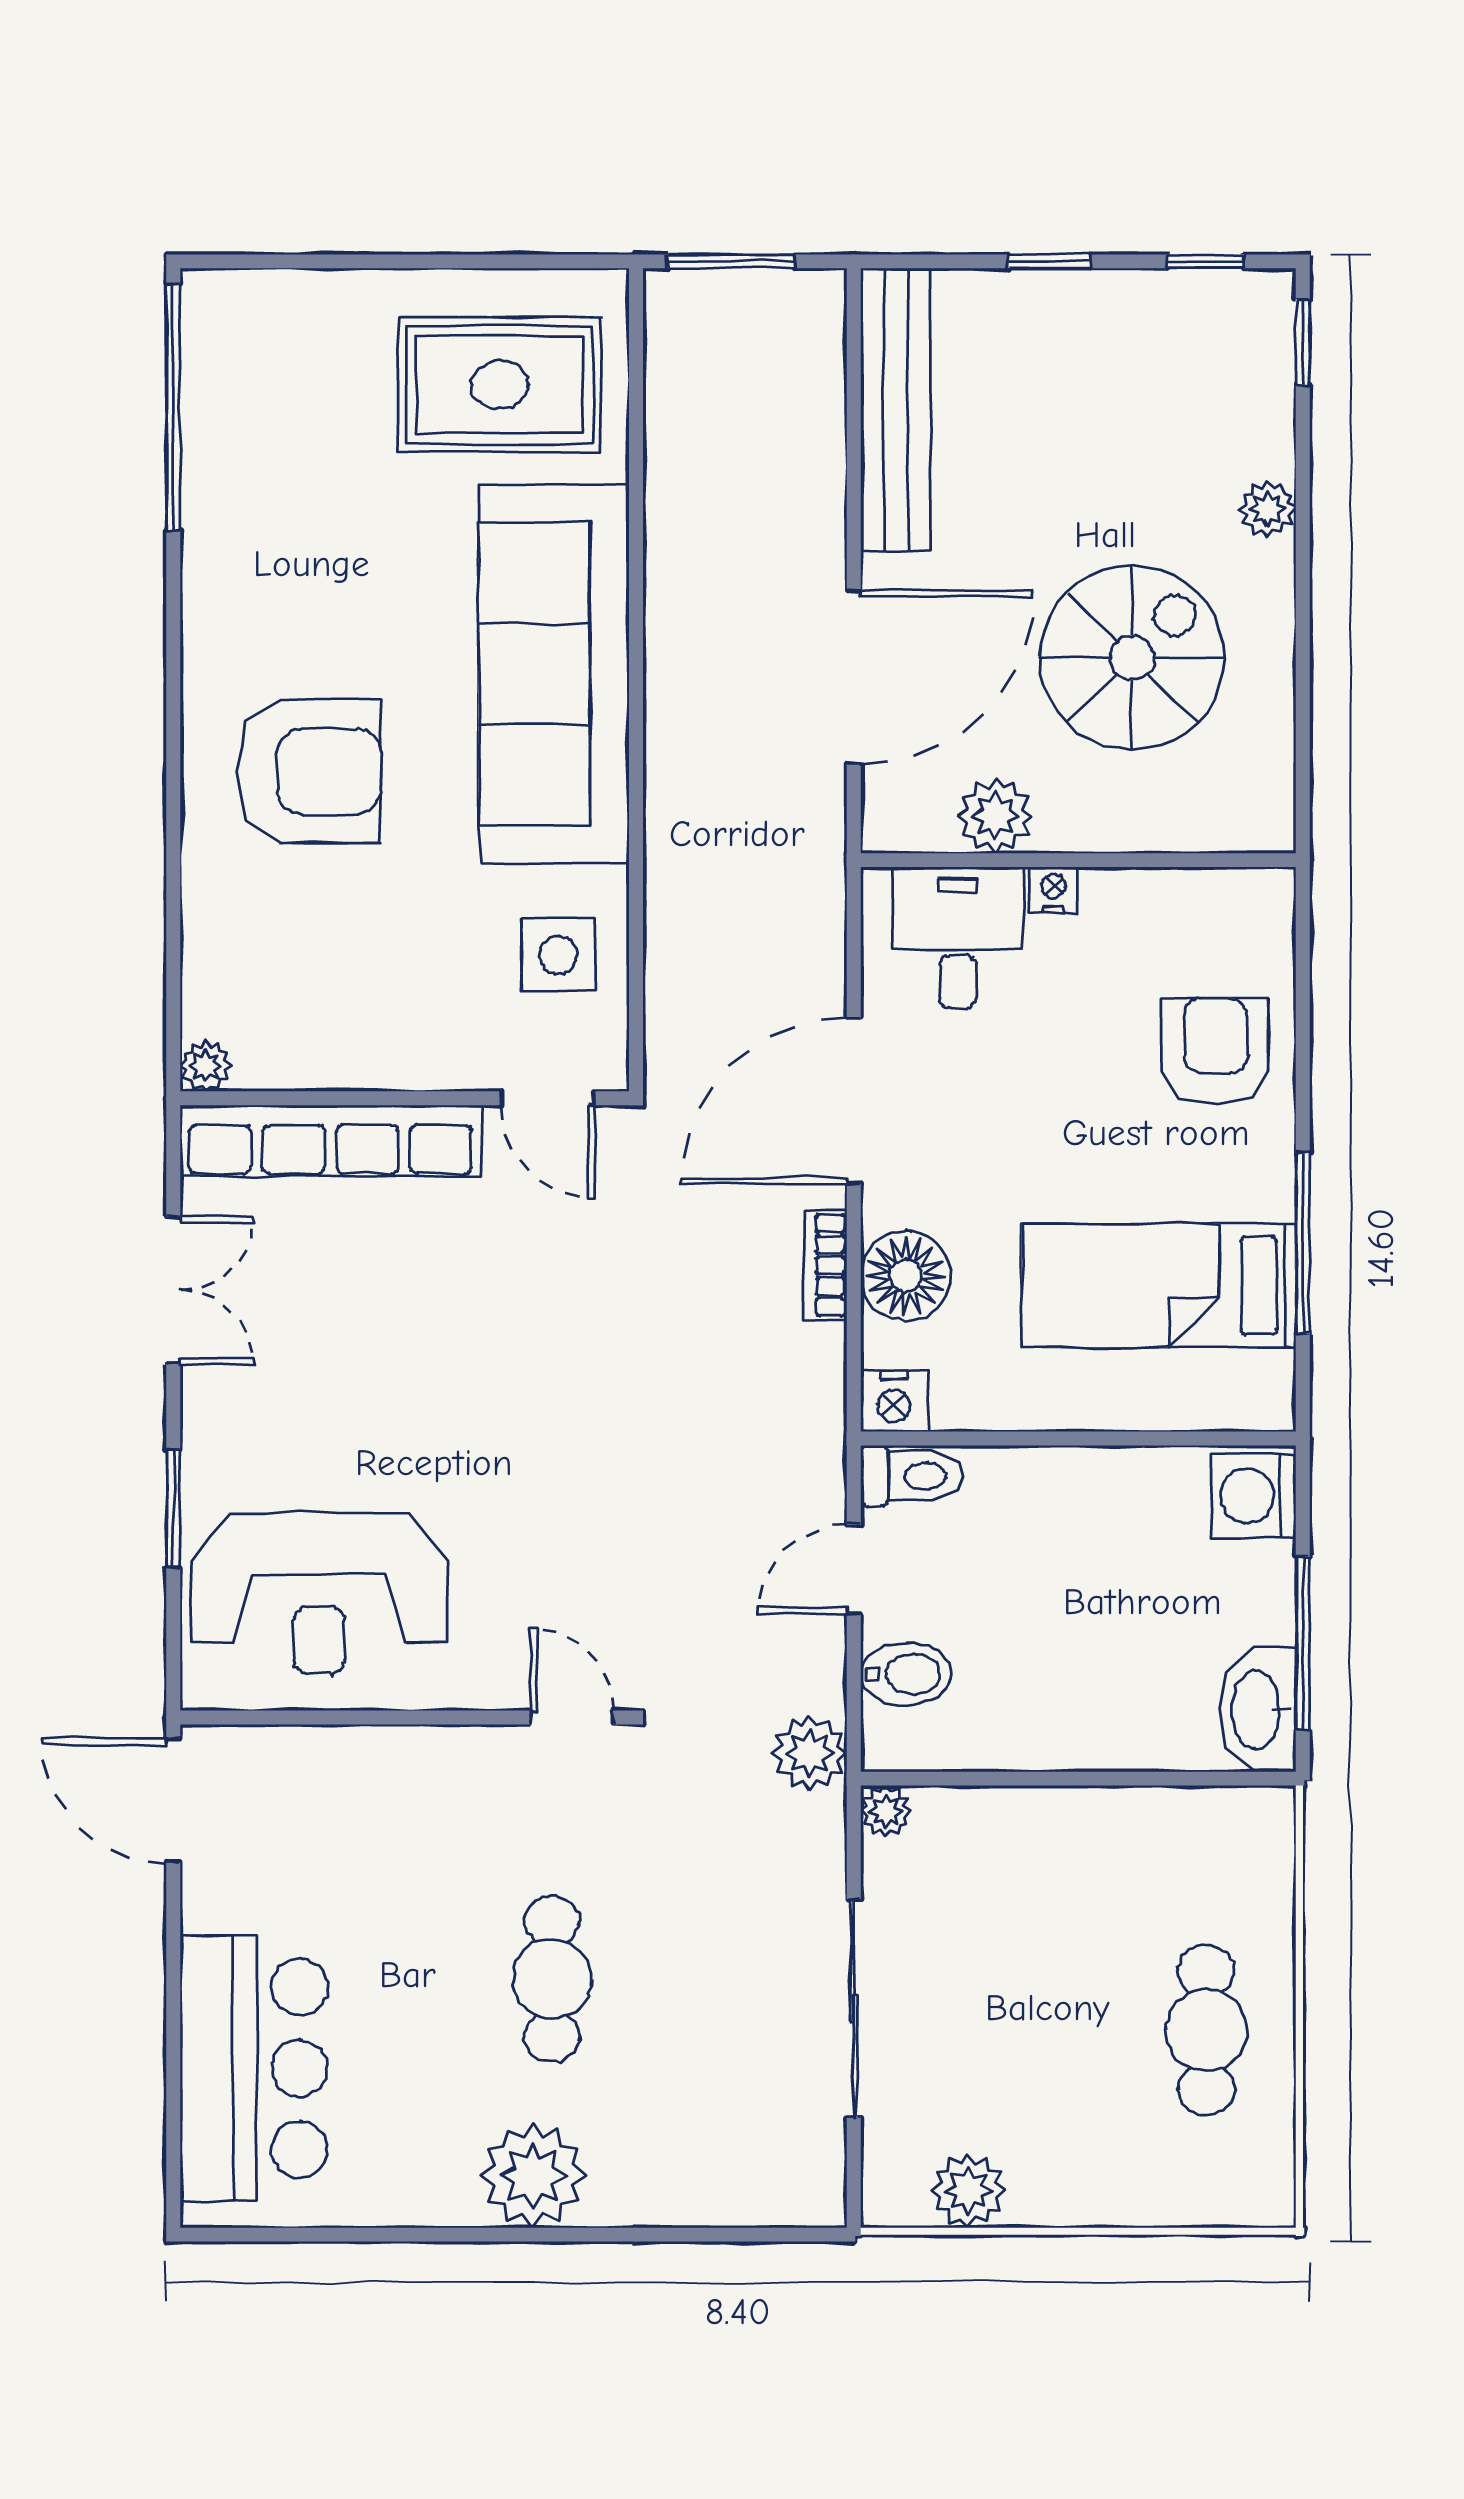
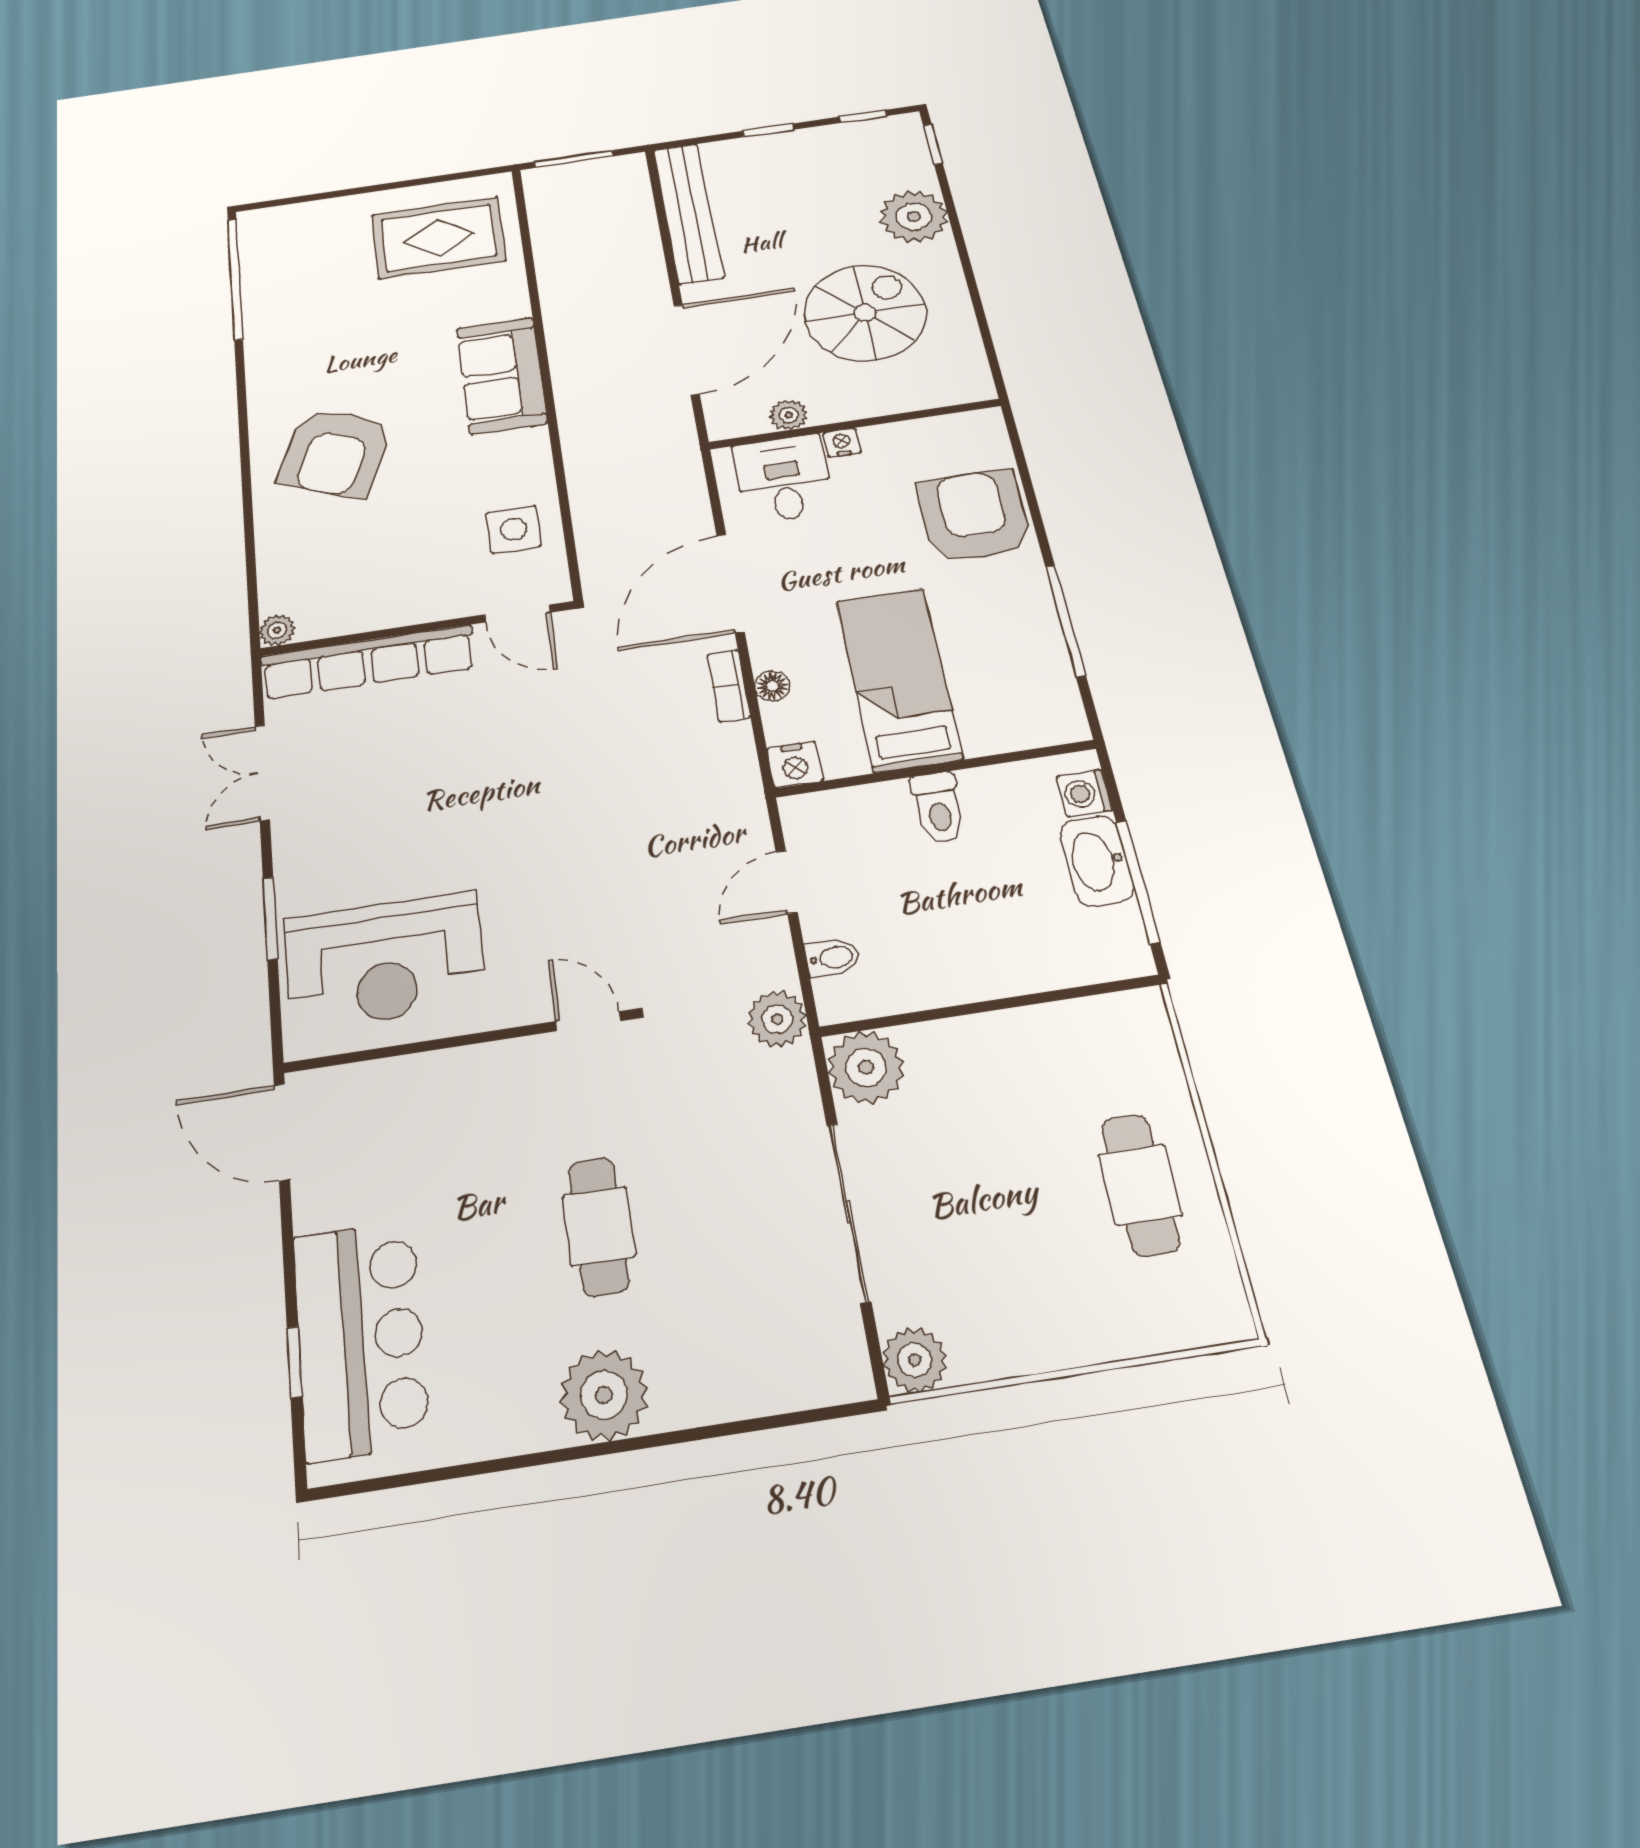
plant: (1268, 509) -> (914, 217), width x1.88, depth x1.88
sofa: (554, 674) -> (502, 375), width x0.54, depth x0.79
armchair: (309, 772) -> (336, 453), turned 112
plant: (995, 816) -> (789, 415), width x0.73, depth x0.73
armchair: (1215, 1050) -> (974, 516), width x1.36, depth x1.36
floor lamp: (906, 1276) -> (772, 686), width x0.53, depth x0.53
bed: (1159, 1286) -> (899, 679), moved, turned 90
double door: (173, 1290) -> (262, 773), swing flipped
toilet: (911, 1476) -> (938, 808), moved, turned 90
washing machine: (1254, 1496) -> (1085, 793), width x0.73, depth x0.73
bidet: (906, 1674) -> (833, 958), width x0.72, depth x0.74
washbasin: (1258, 1710) -> (1097, 861), moved
plant: (886, 1811) -> (866, 1067), width x1.88, depth x1.88
window: (173, 2084) -> (294, 1362), added
plant: (969, 2191) -> (915, 1360), moved

